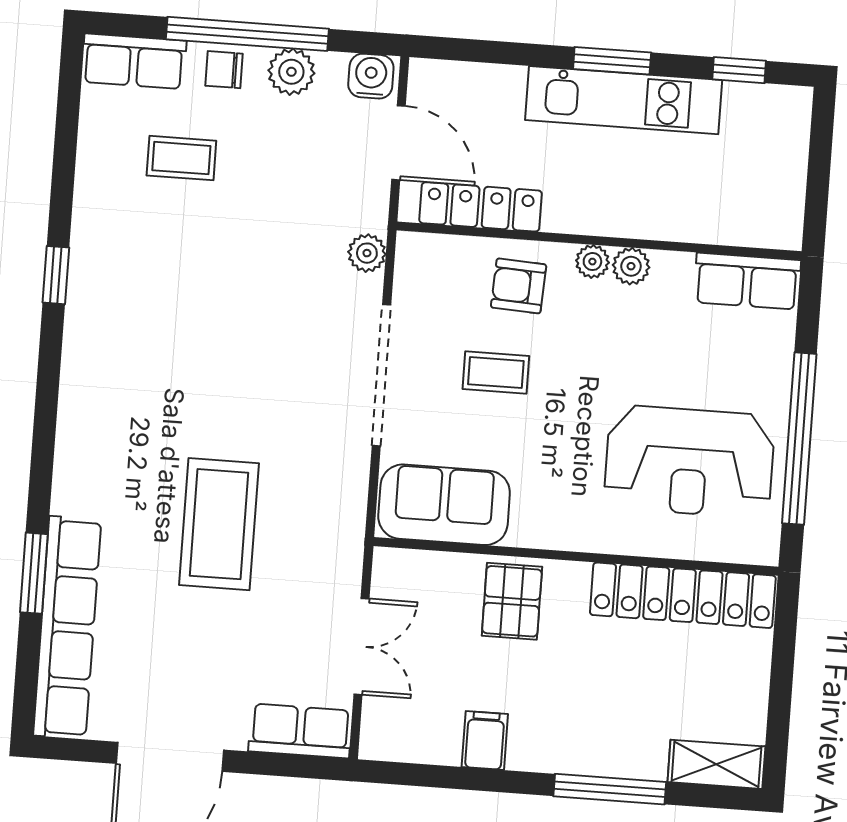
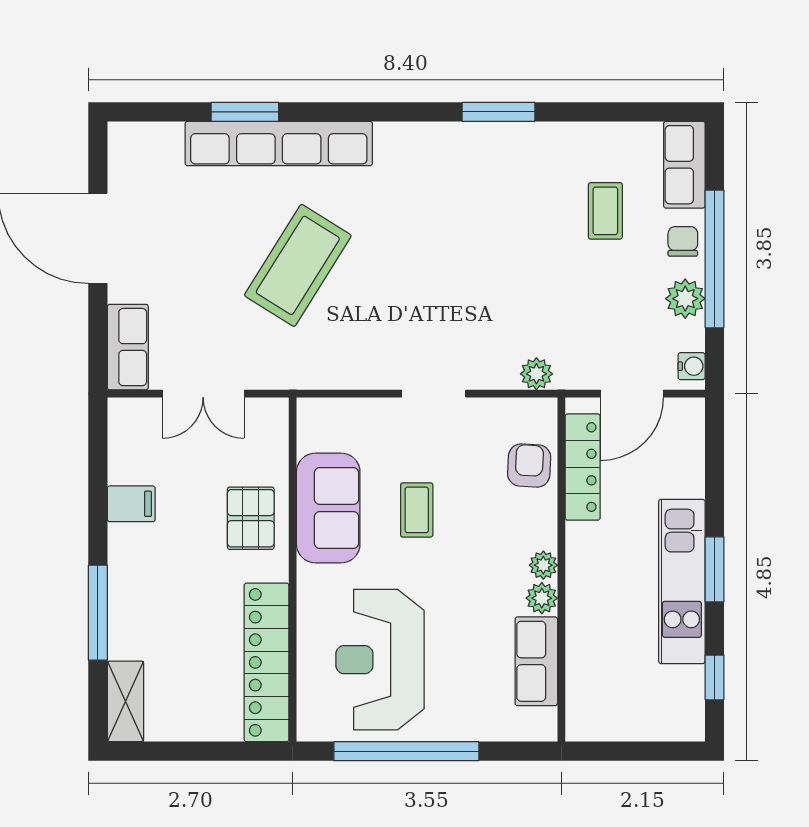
water cooler: (371, 76) -> (692, 366), width x0.72, depth x0.72
window: (56, 275) -> (499, 112), width x1.50
row of seats: (747, 281) -> (536, 661), moved
armchair: (519, 286) -> (529, 465), moved
coffee table: (496, 373) -> (417, 510), moved
doorway: (381, 375) -> (434, 394), width x0.53
sofa: (444, 505) -> (328, 508), moved
coffee table: (219, 524) -> (298, 265), turned -58
pallet: (512, 601) -> (251, 518), turned 90
row of seats: (67, 627) -> (279, 143), moved

